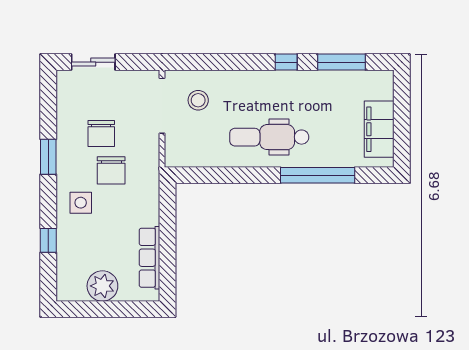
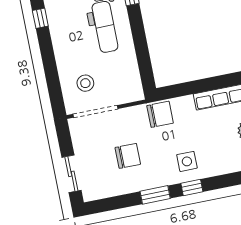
chair: (111, 170) -> (160, 114), moved
window: (48, 240) -> (192, 188), moved

